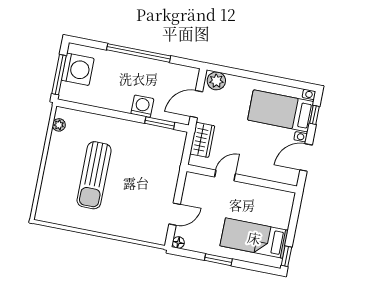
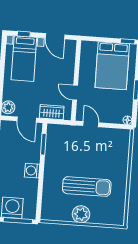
washing machine: (142, 106) -> (32, 171), moved
plant: (59, 125) -> (81, 214), moved, width x1.87, depth x1.87
door: (175, 214) -> (91, 124), moved
bed: (254, 238) -> (112, 66), width x1.50

